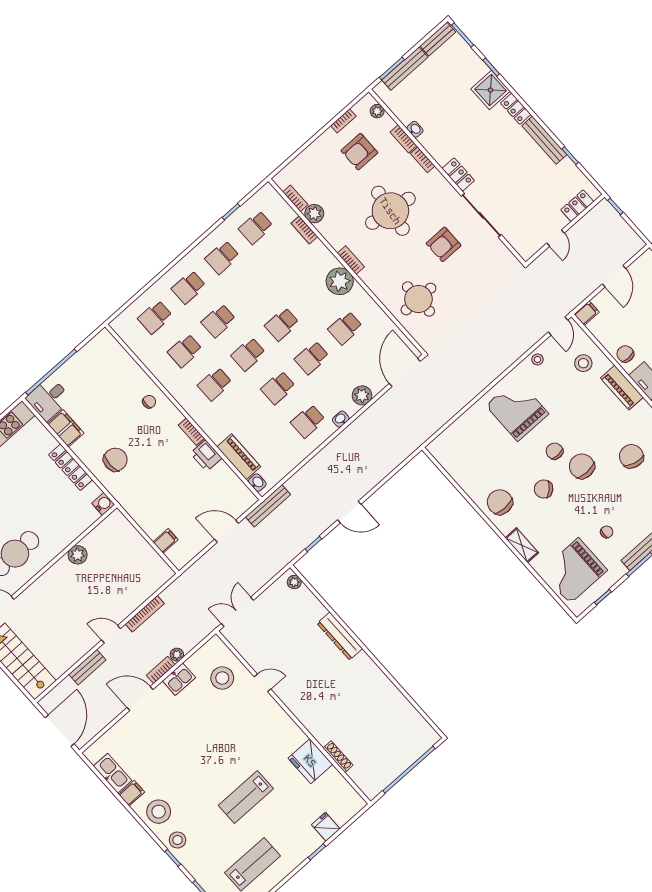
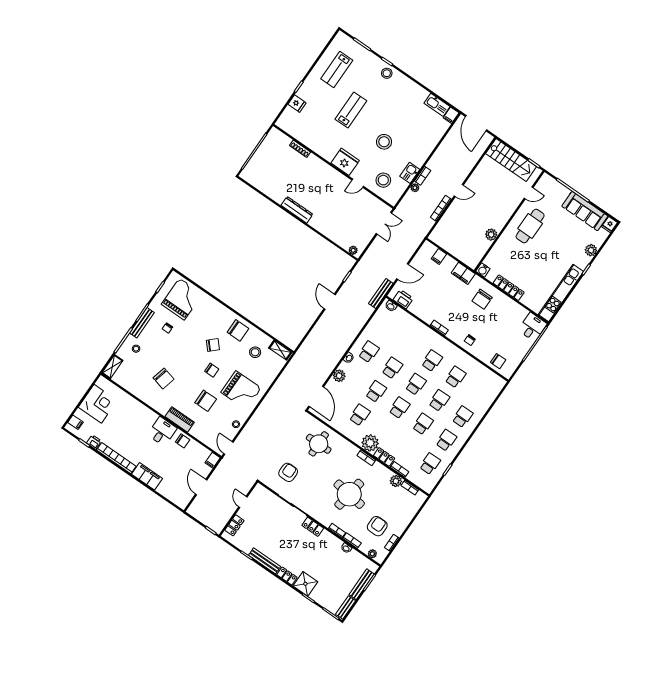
armchair: (444, 244) -> (288, 472), moved
locker: (323, 255) -> (384, 457), added
school desk: (155, 317) -> (423, 424), moved
chair: (114, 359) -> (498, 361), added
stool: (583, 363) -> (255, 352), moved
filing cabinet: (66, 428) -> (463, 273), moved
printer: (206, 456) -> (403, 299), moved
piano: (239, 457) -> (406, 319), removed
chair: (582, 466) -> (206, 401), moved
door: (349, 512) -> (330, 302), hinge flipped
shelving: (522, 545) -> (280, 350), moved
dresser: (340, 636) -> (297, 210), moved
bench: (87, 667) -> (468, 167), removed
door: (140, 698) -> (431, 155), removed
fridge: (310, 761) -> (345, 162), moved
filing cabinet: (132, 793) -> (451, 115), moved
stool: (159, 812) -> (384, 142), moved

